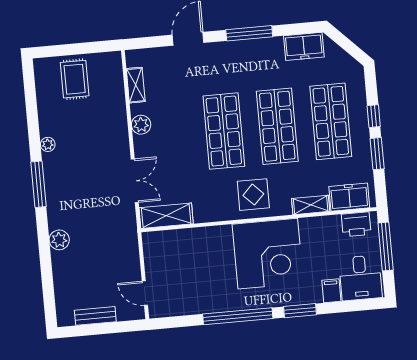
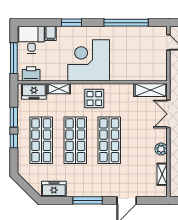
window: (238, 316) -> (126, 23), moved

